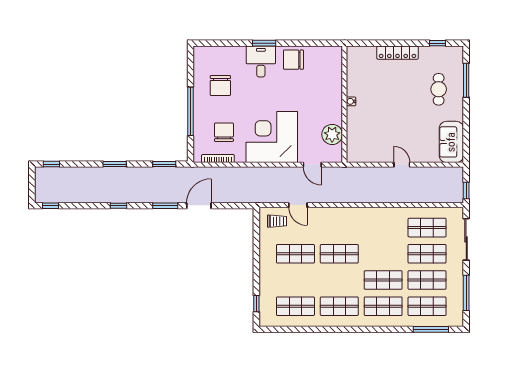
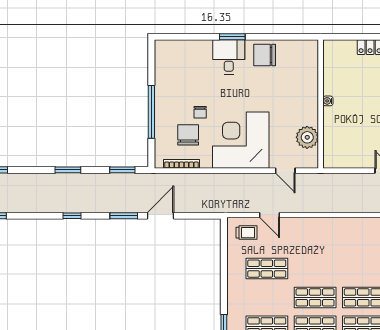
chair: (220, 85) -> (200, 112), moved, width x0.54, depth x0.54
shop shelf: (339, 254) -> (315, 297), moved

